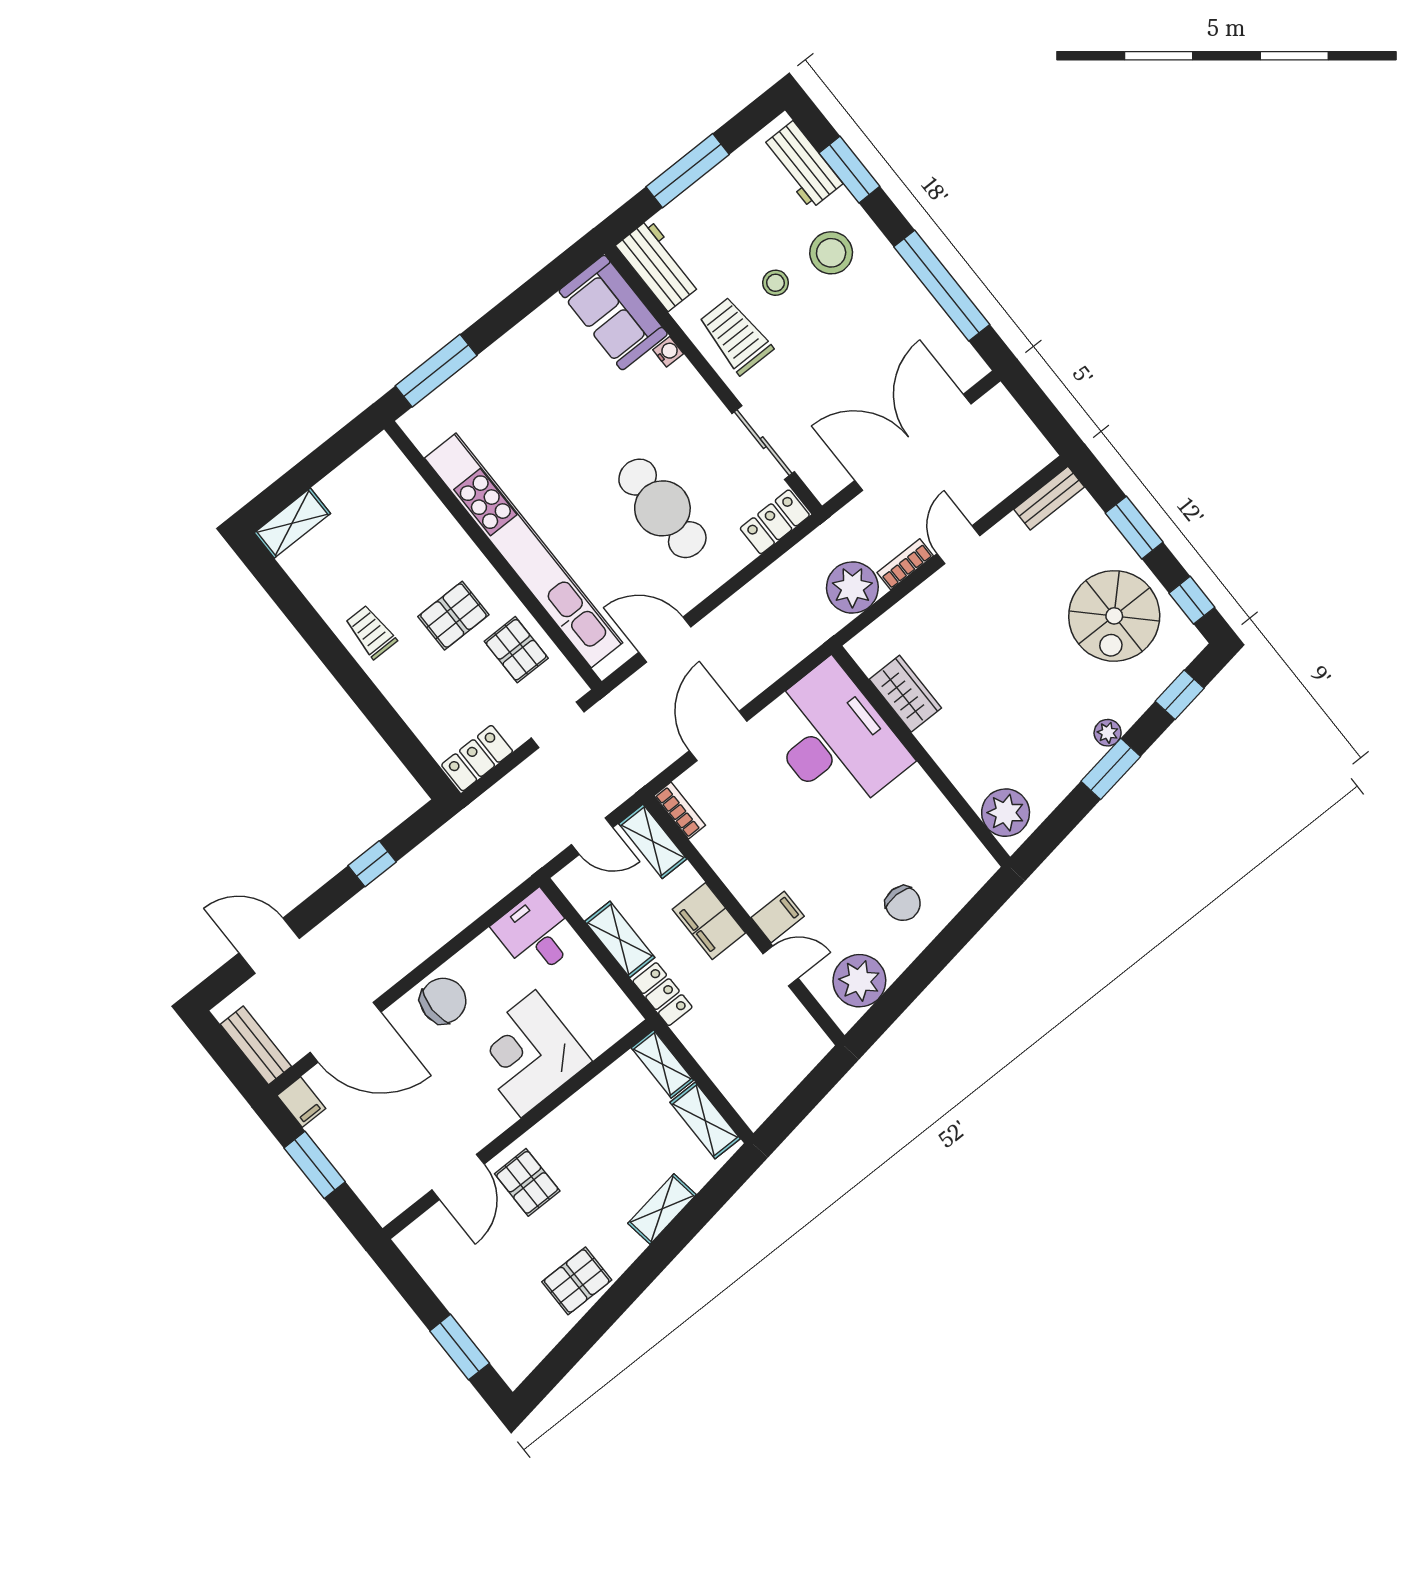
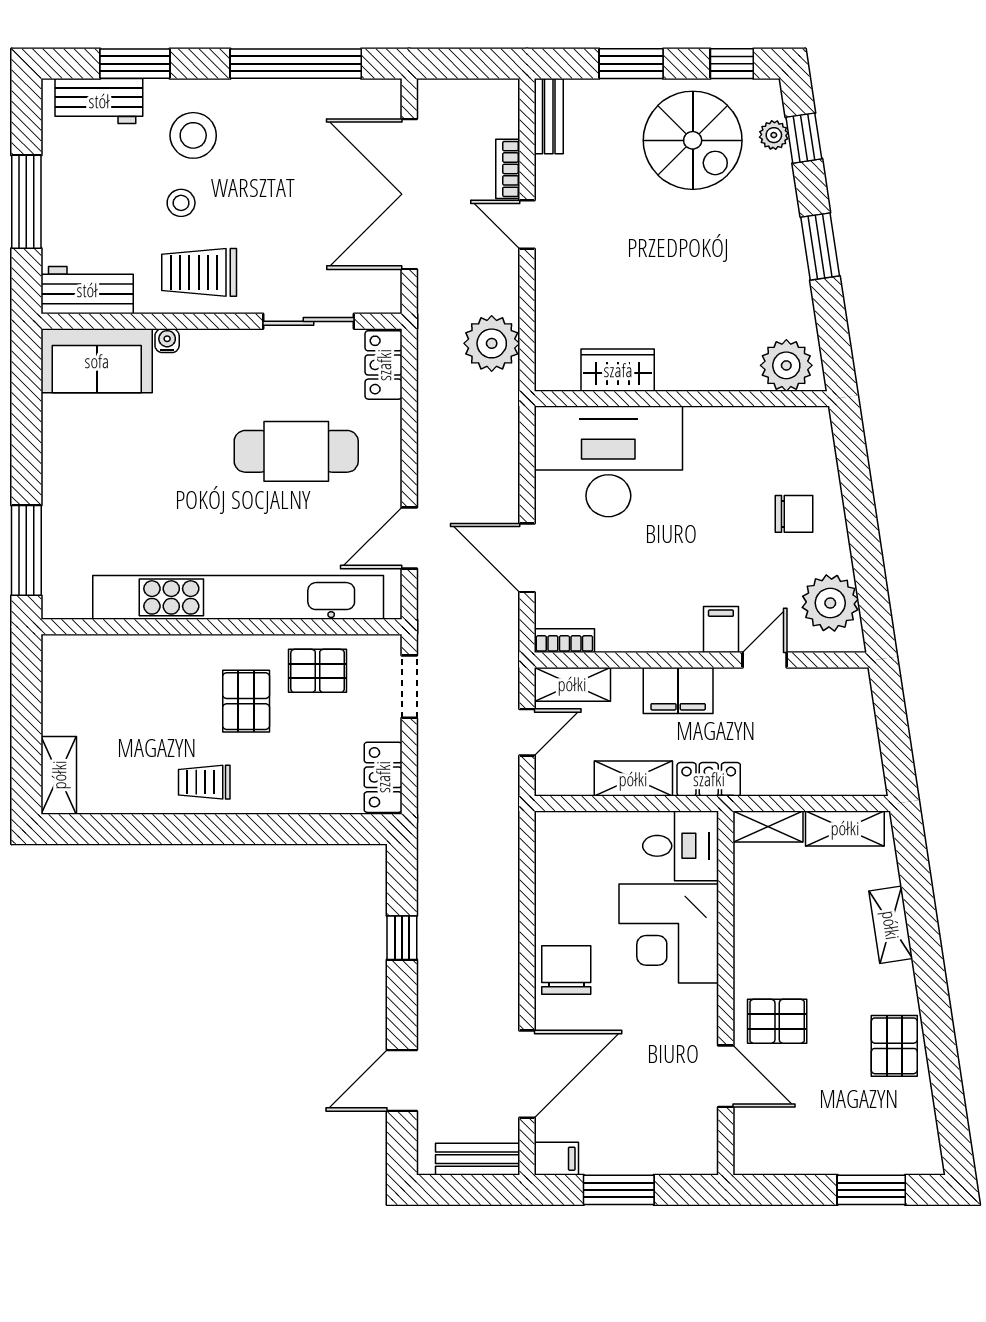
bookcase: (905, 564) -> (508, 169), moved
plant: (1108, 733) -> (774, 135), moved
desk: (536, 934) -> (681, 846), moved, turned 180

